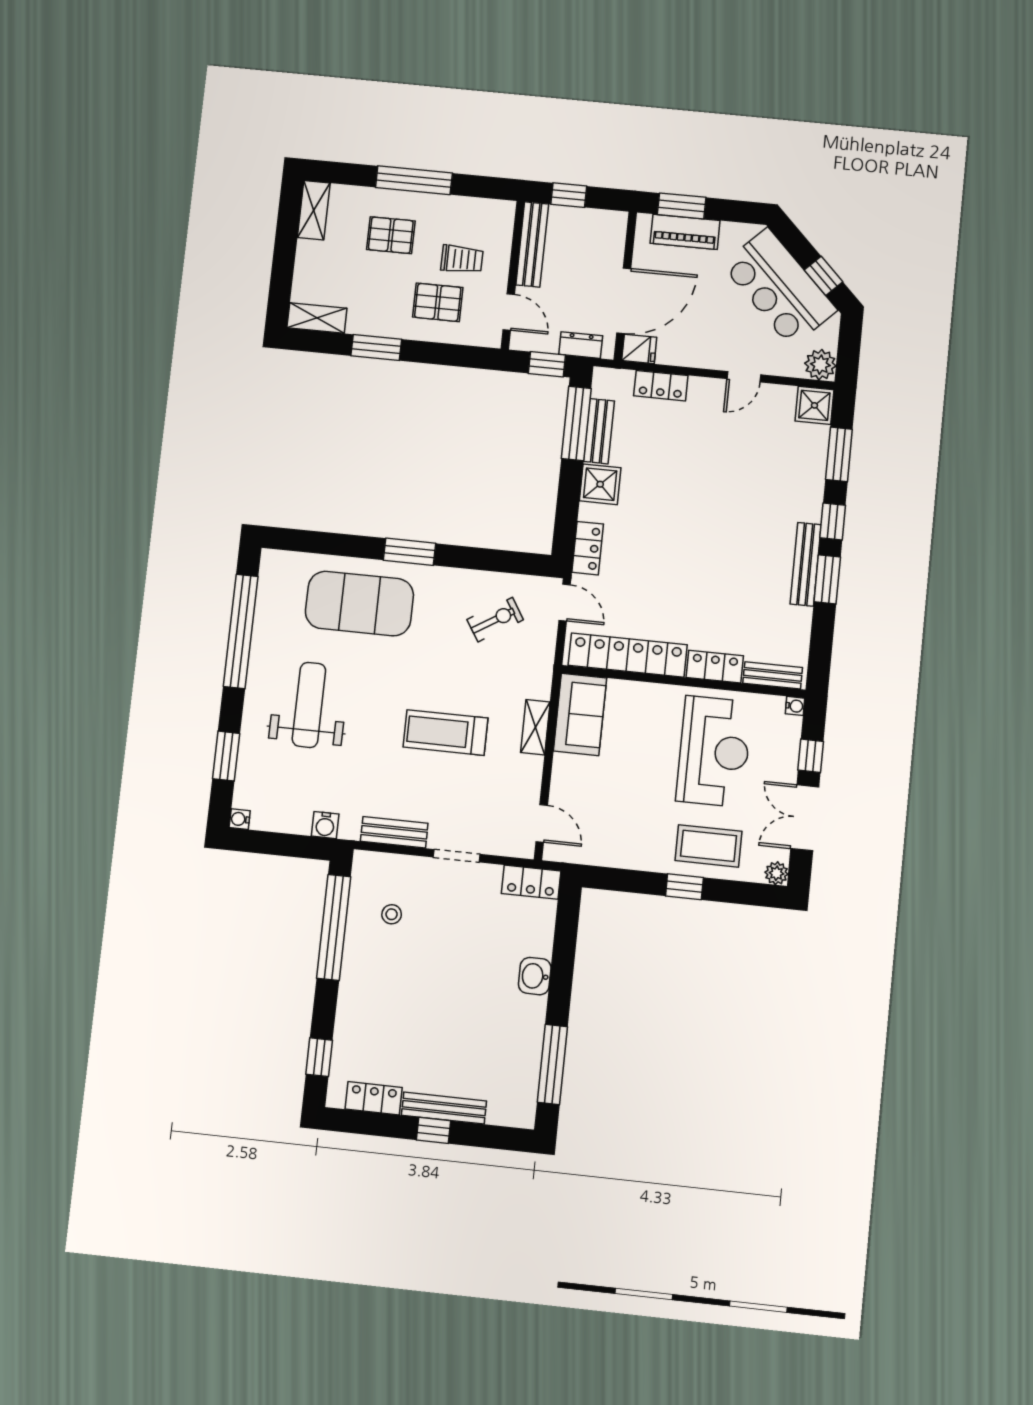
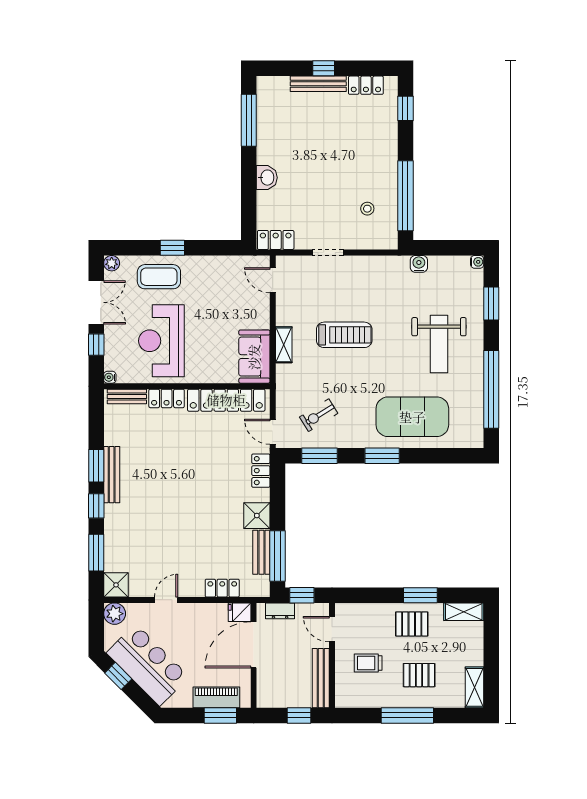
pallet: (438, 302) -> (412, 624), moved
window: (500, 561) -> (320, 456), added
bench: (394, 832) -> (372, 264), removed

